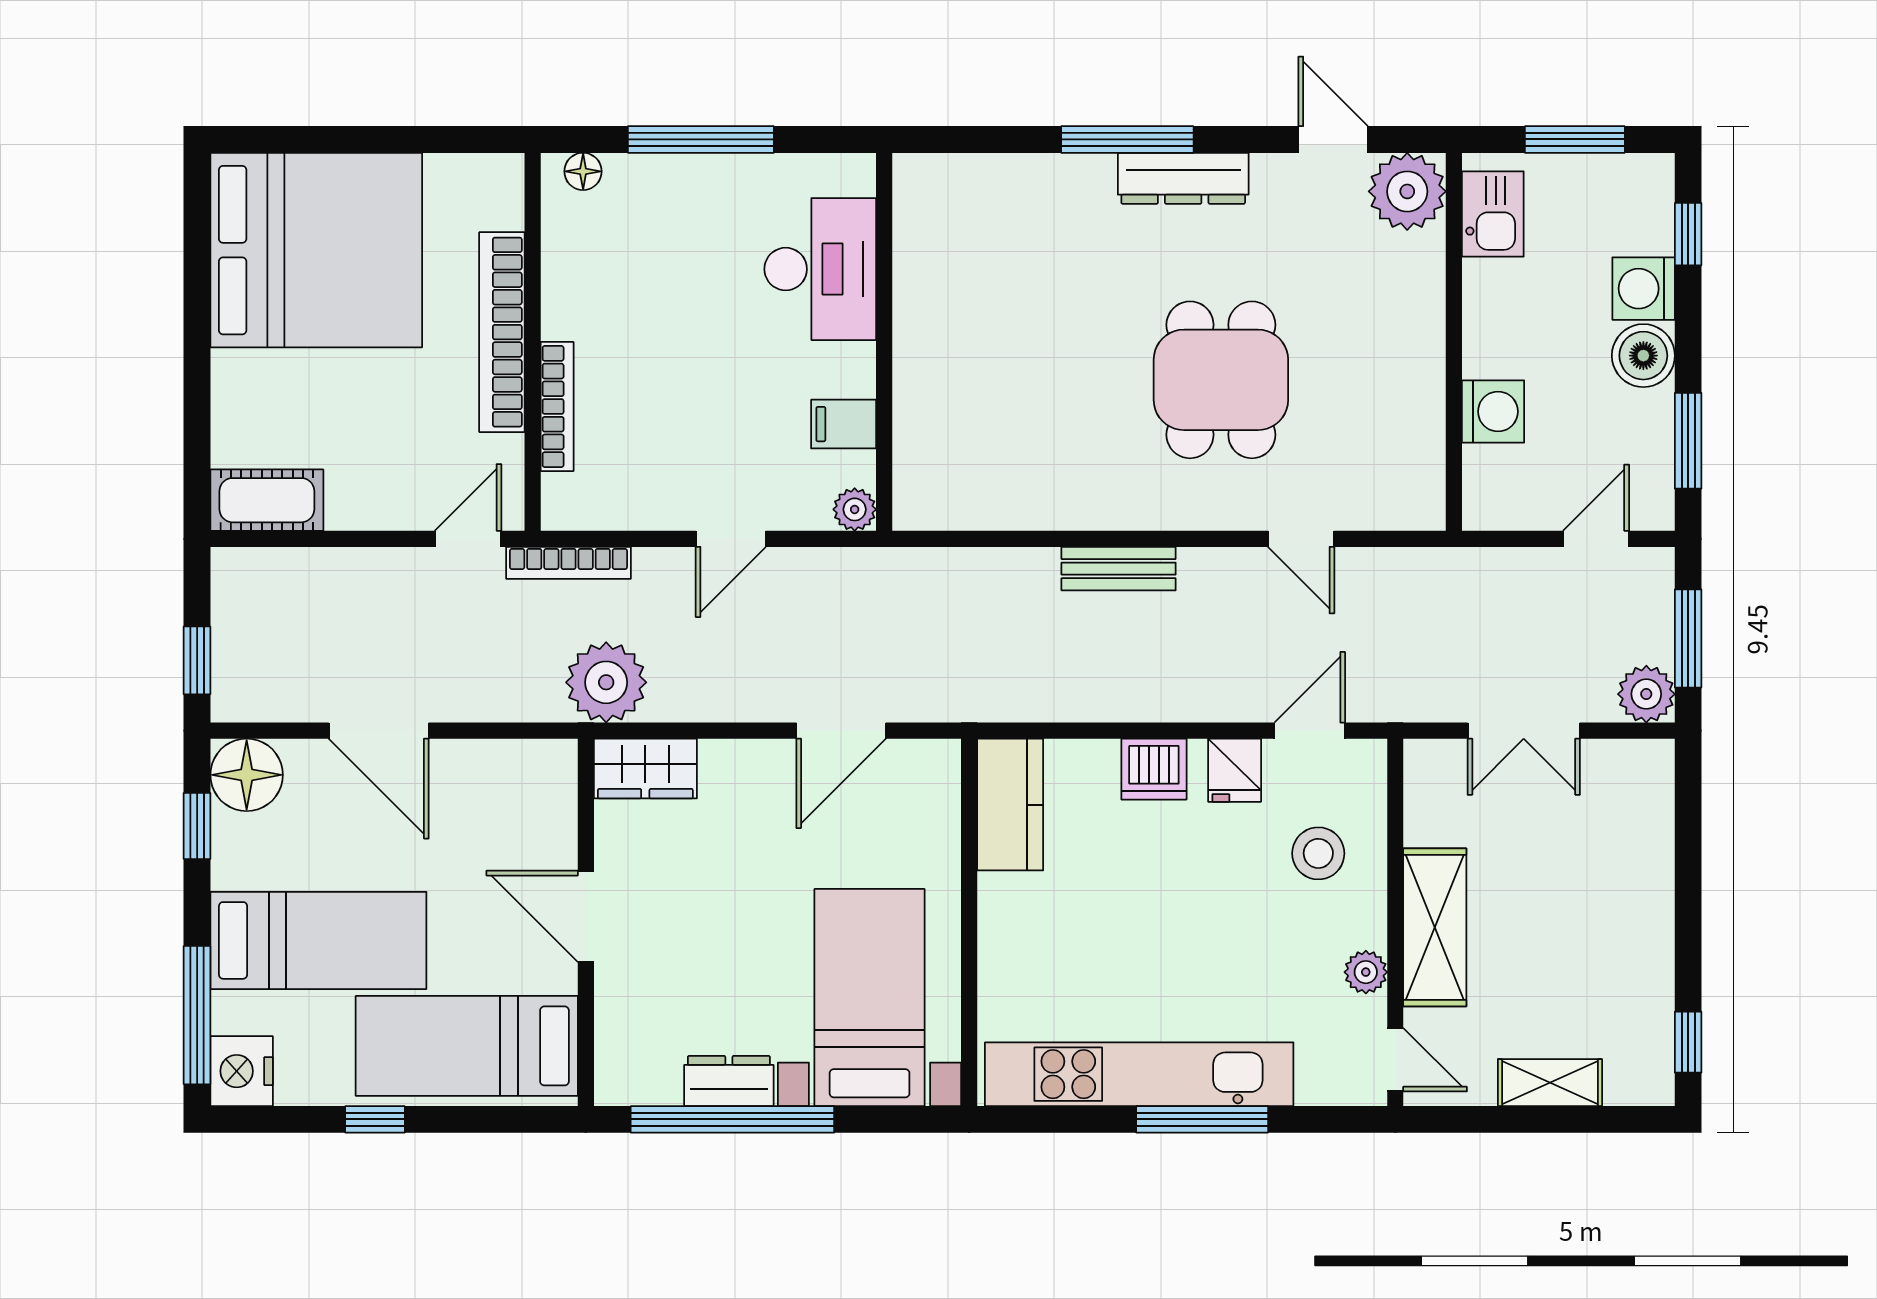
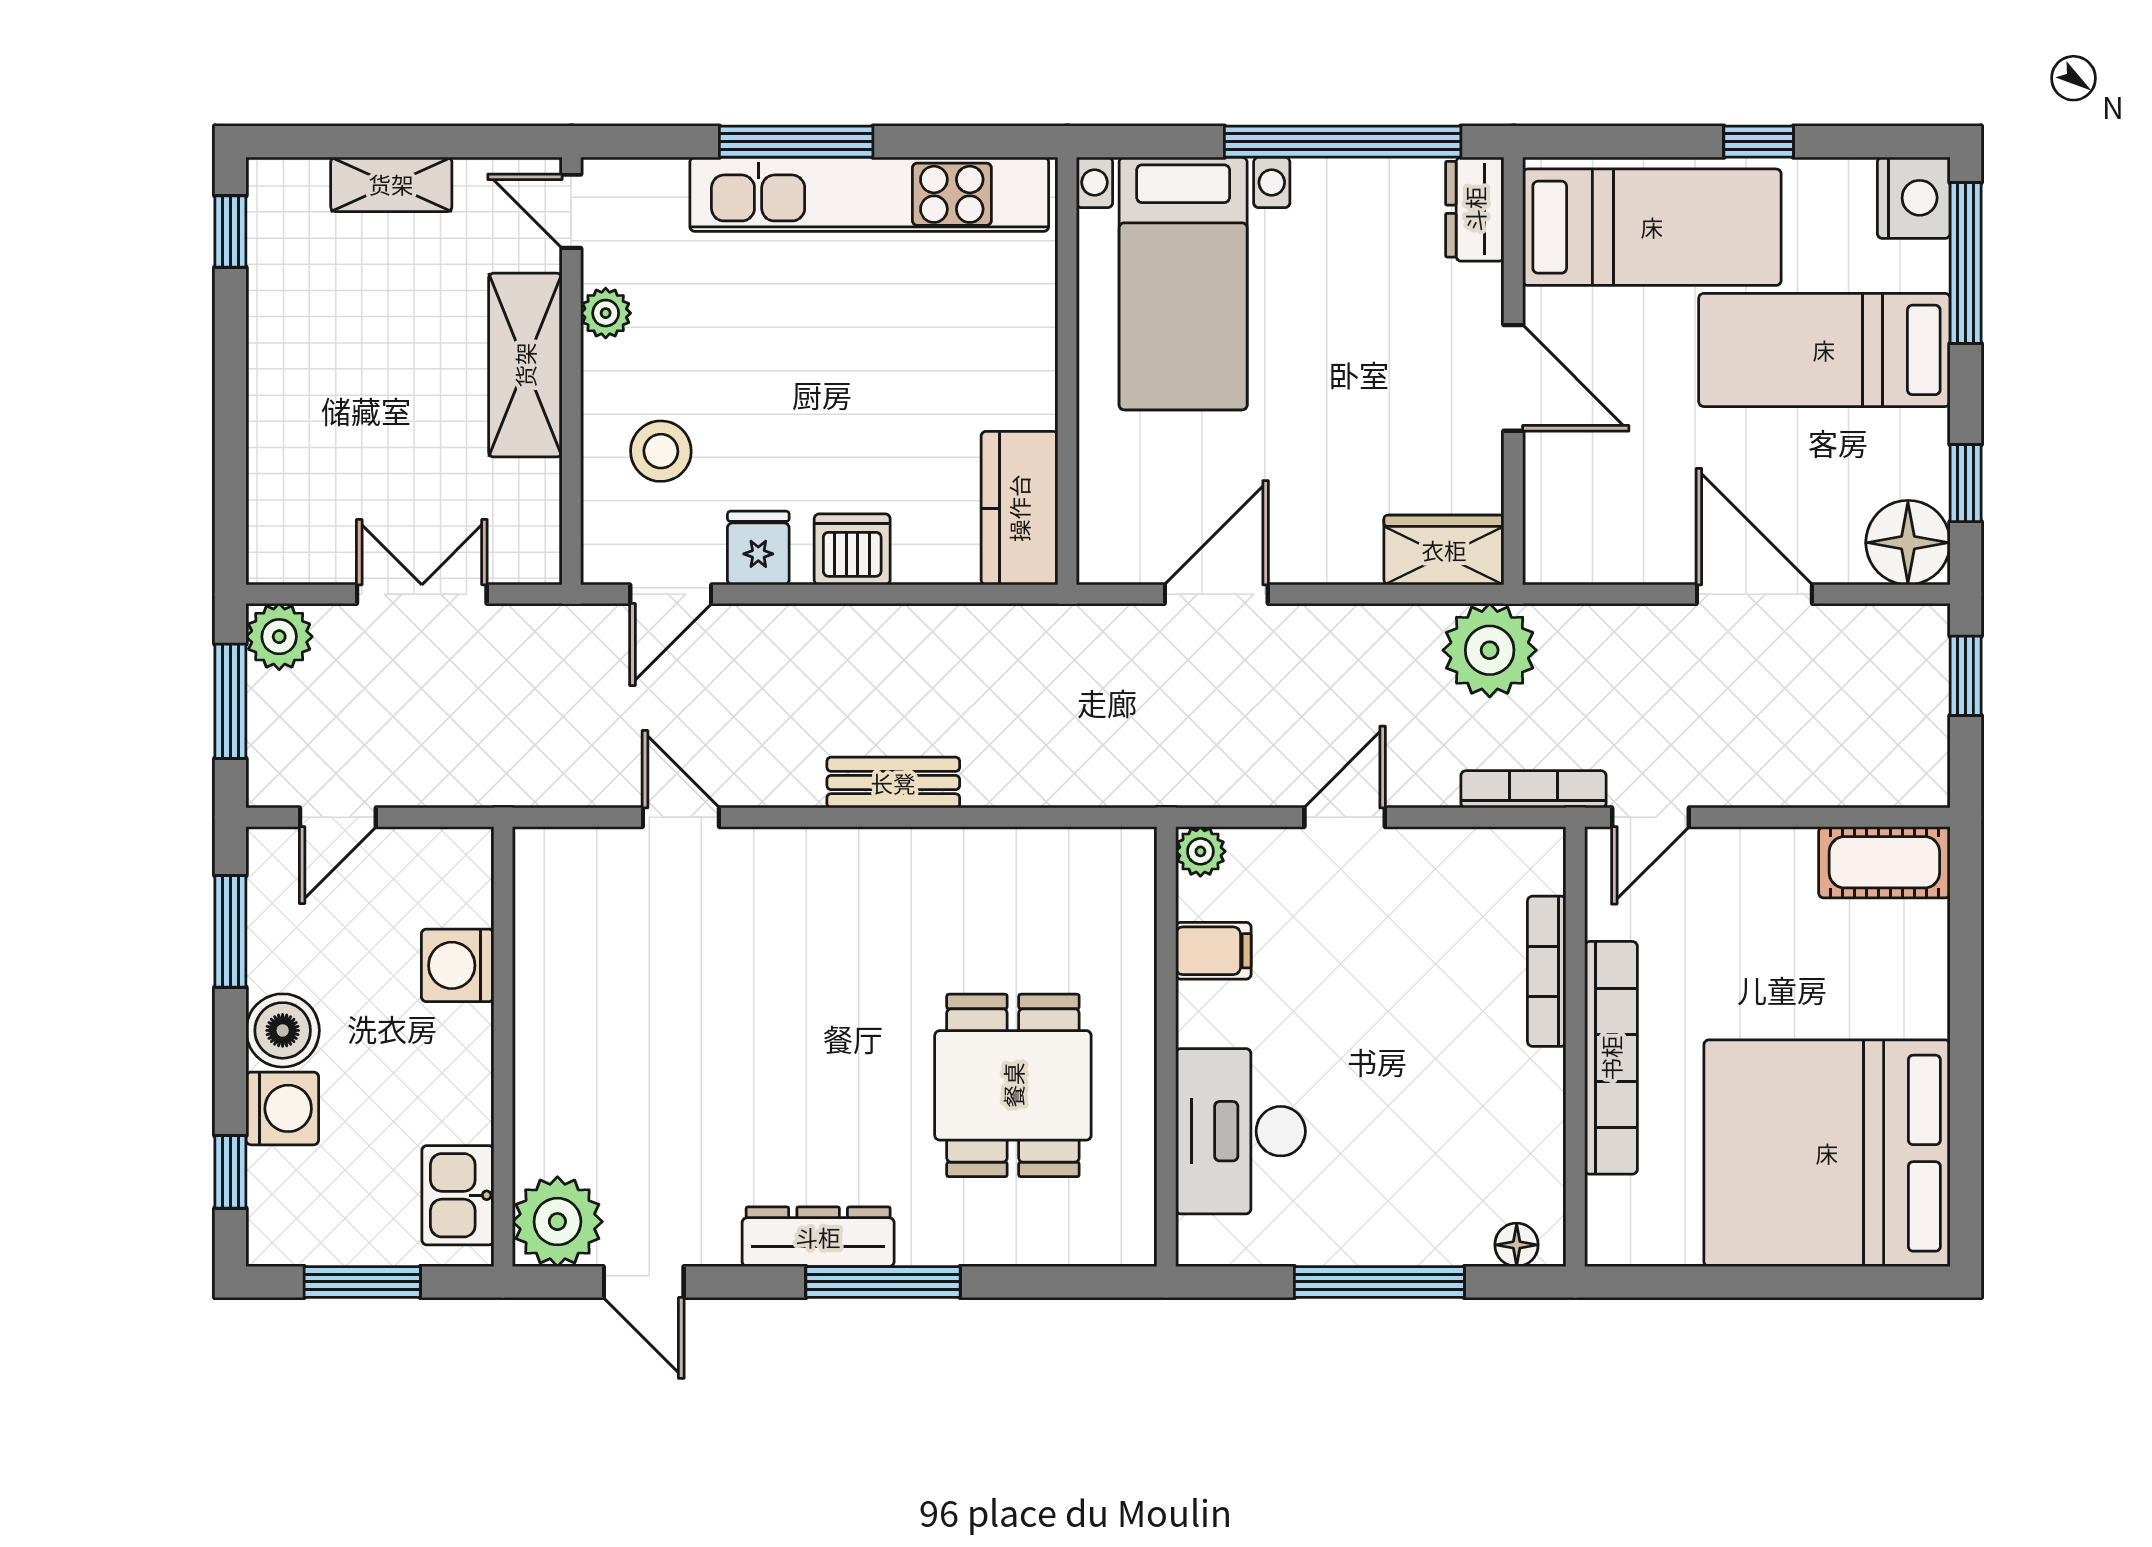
dining table: (1221, 380) -> (1013, 1085), moved
dresser: (729, 1081) -> (1475, 209), moved, turned 90

